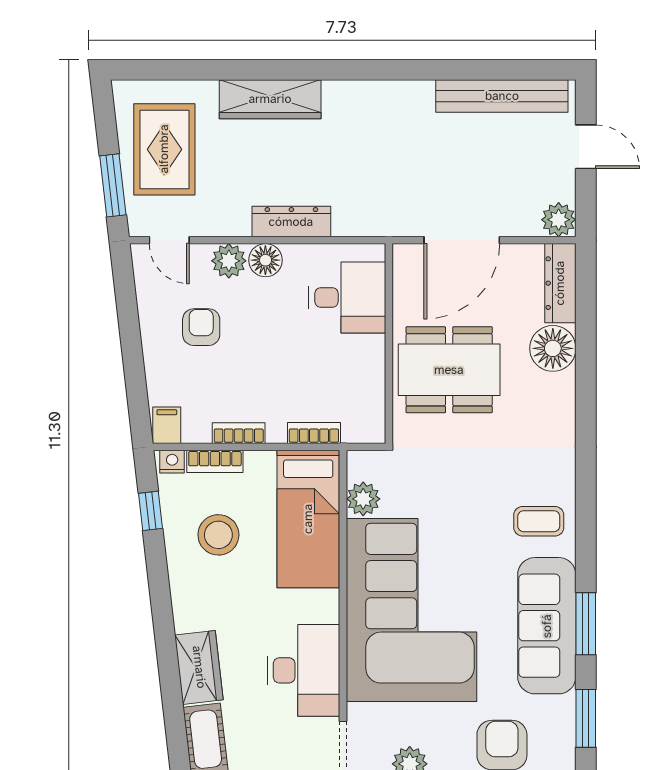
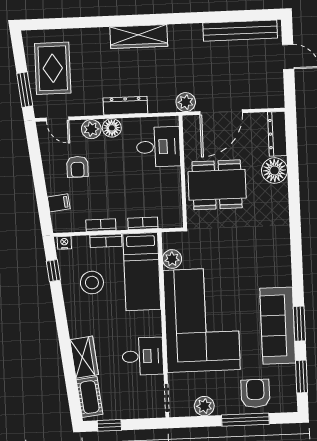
wardrobe: (270, 99) -> (139, 37), moved
plant: (559, 220) -> (186, 102), moved
armchair: (201, 327) -> (77, 167), turned 180
filing cabinet: (167, 425) -> (59, 203), moved, turned 83
bookcase: (215, 461) -> (106, 241), moved
coffee table: (539, 521) -> (271, 267), removed
desk: (304, 670) -> (143, 356), width x0.73

